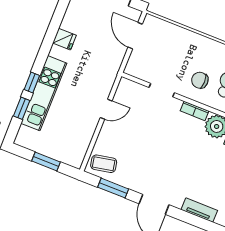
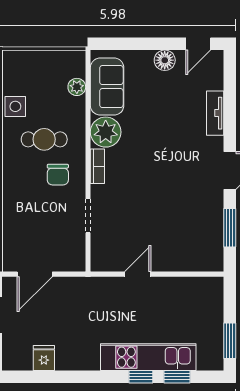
fridge: (64, 39) -> (44, 358), moved
door: (106, 109) -> (138, 274), hinge flipped
window: (46, 161) -> (230, 341), moved
coffee table: (104, 164) -> (205, 251), removed

